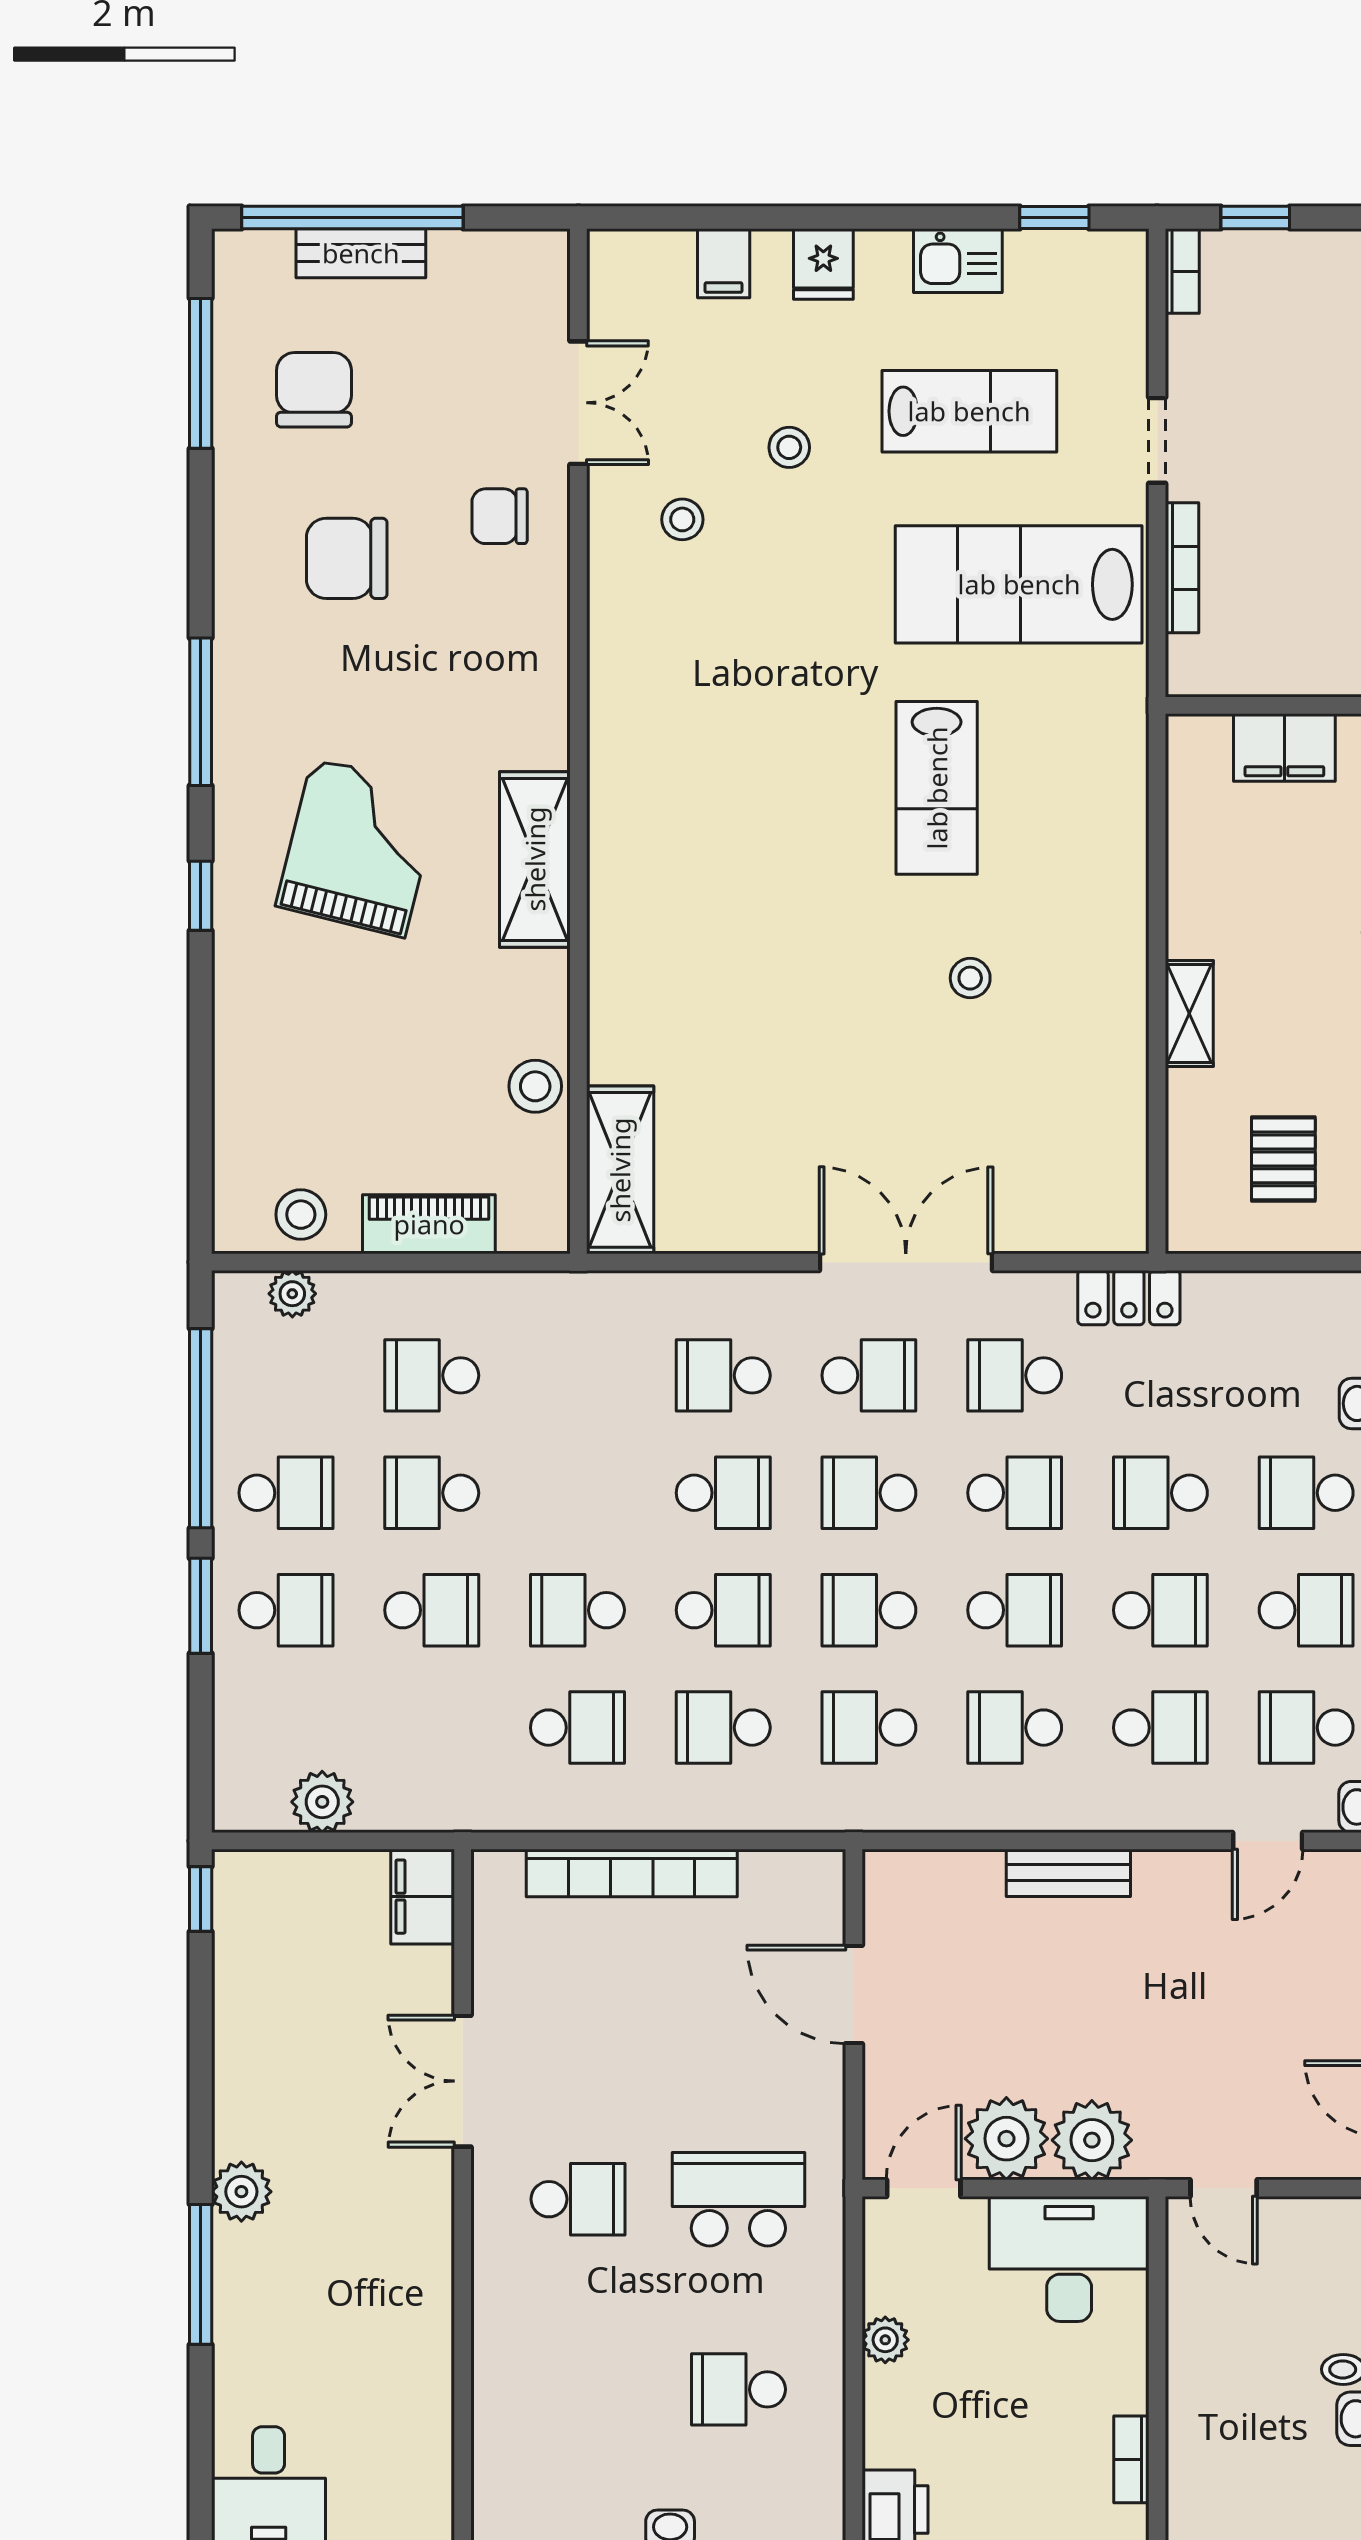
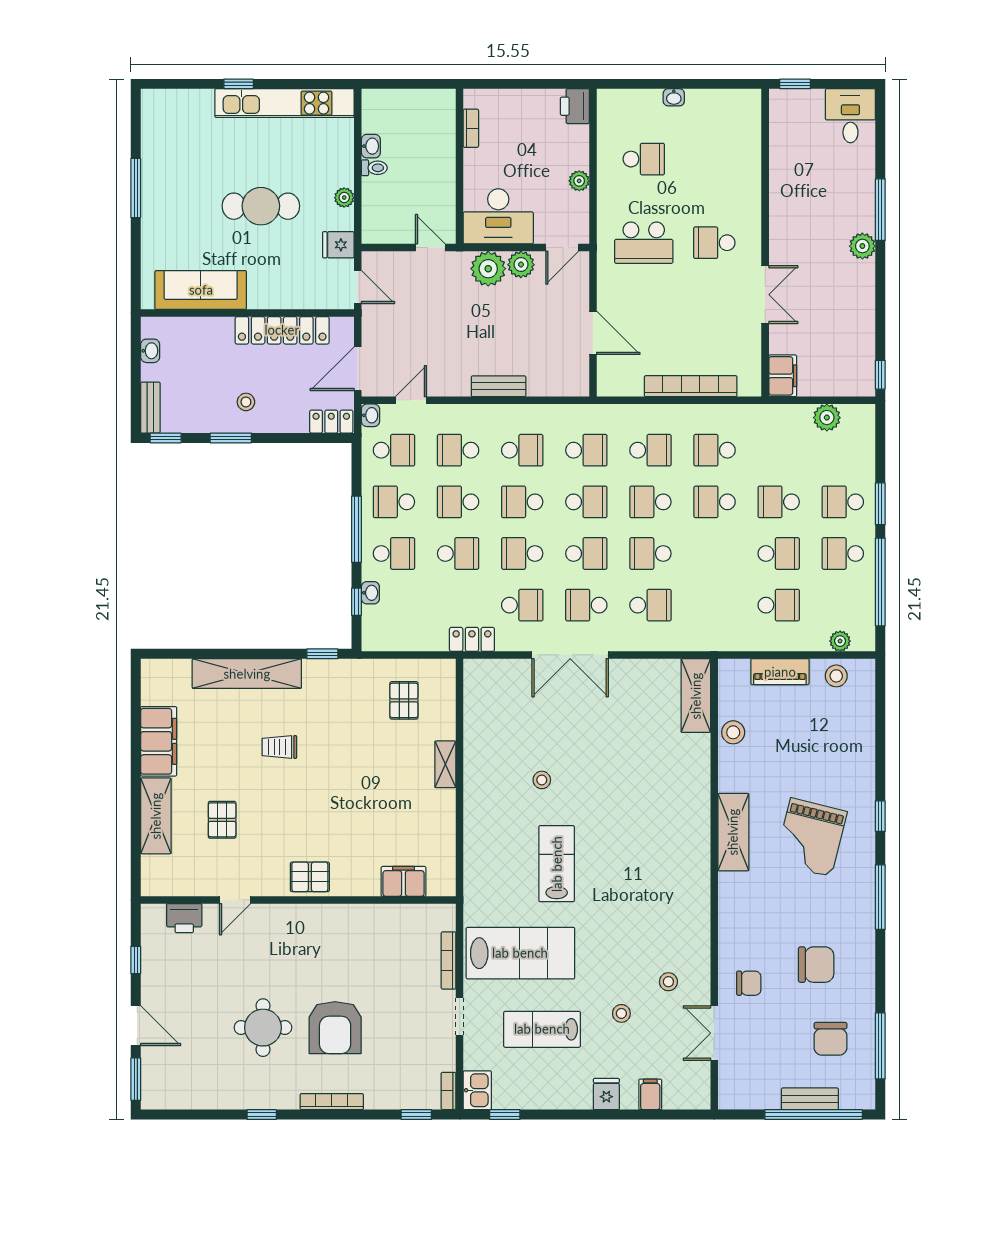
kitchen sink: (958, 261) -> (477, 1090), moved, turned 90
school desk: (577, 1610) -> (715, 502), turned 180
plant: (1006, 2139) -> (521, 265), width x0.73, depth x0.73

